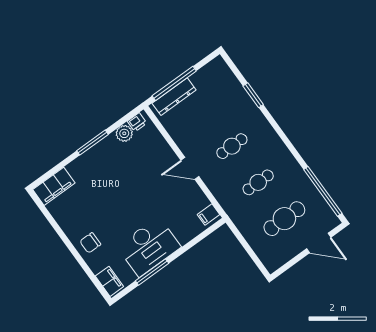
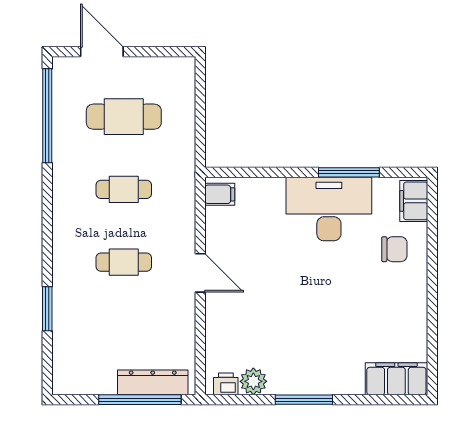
chair: (90, 243) -> (394, 249), moved

